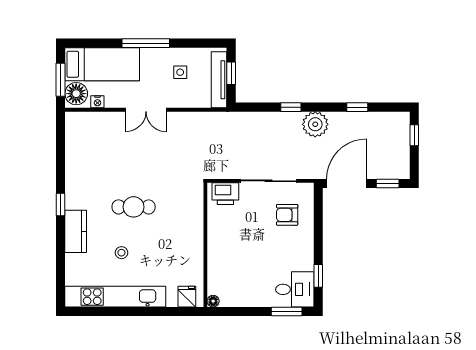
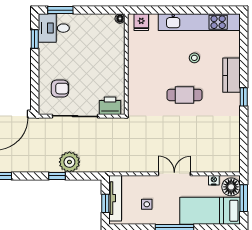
plant: (315, 124) -> (69, 162), moved

